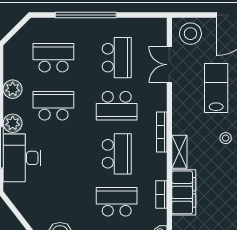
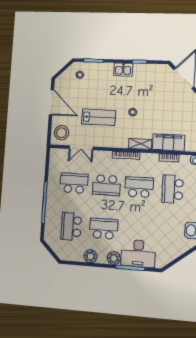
lab bench: (216, 88) -> (99, 117), turned 180
school desk: (53, 106) -> (104, 229), turned 90
school desk: (117, 106) -> (106, 185), turned 90

